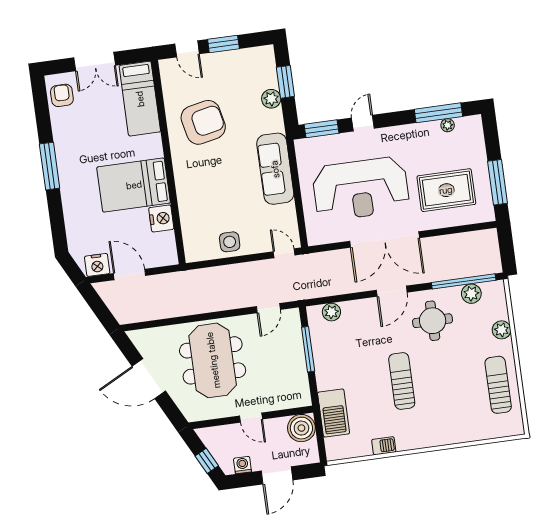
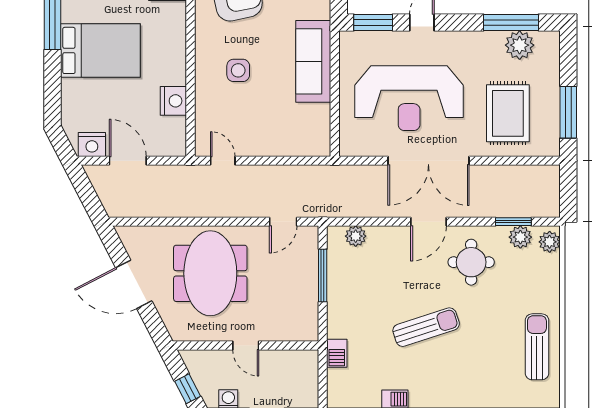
plant: (448, 125) -> (520, 45), width x1.87, depth x1.87
bed: (134, 185) -> (100, 50), moved, turned 180
rug: (446, 190) -> (508, 113), turned 90
side table: (230, 242) -> (238, 70), moved
door: (284, 253) -> (223, 161), moved
window: (464, 281) -> (513, 222), width x0.47
plant: (502, 330) -> (550, 242), moved
sun lounger: (402, 381) -> (426, 327), turned 72
barbecue: (334, 413) -> (337, 353), width x0.53, depth x0.65
boiler: (301, 428) -> (302, 366), removed

